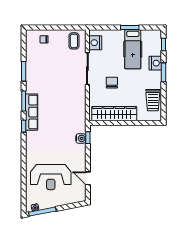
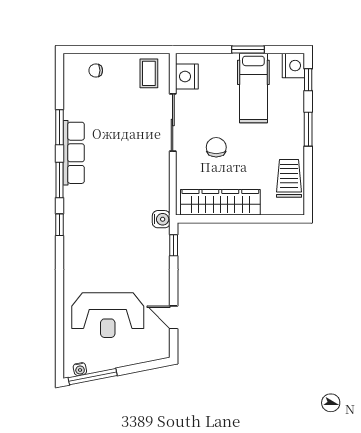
nightstand: (155, 63) -> (293, 66), moved
trolley: (153, 100) -> (289, 178), turned 180
row of seats: (32, 112) -> (74, 153), moved
water cooler: (81, 138) -> (161, 219), moved

